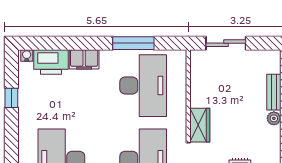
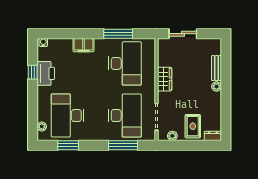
printer: (51, 62) -> (46, 73), moved, turned -90
wardrobe: (200, 125) -> (165, 79), moved

